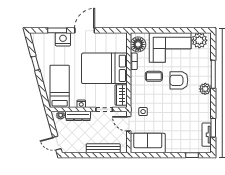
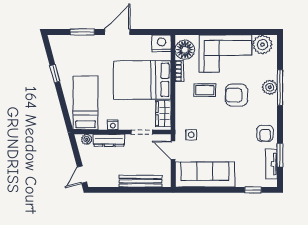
nightstand: (63, 39) -> (161, 43), moved
plant: (205, 89) -> (270, 87), moved
armchair: (201, 110) -> (265, 133), added
door: (57, 143) -> (82, 175), hinge flipped
sofa: (148, 143) -> (205, 175), width x1.36

